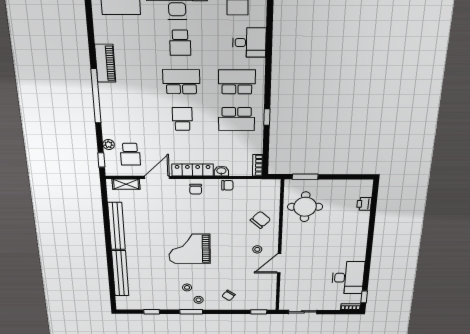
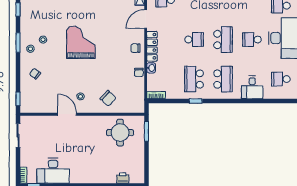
door: (157, 177) -> (146, 19), swing flipped

